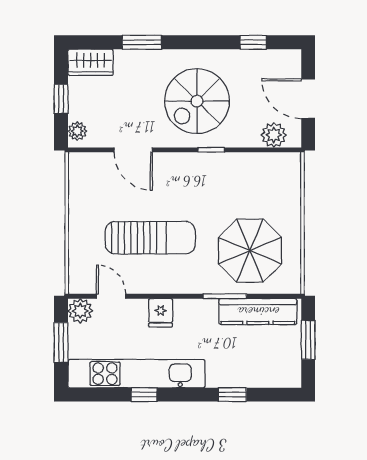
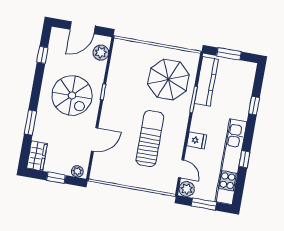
door: (111, 296) -> (181, 169), swing flipped

